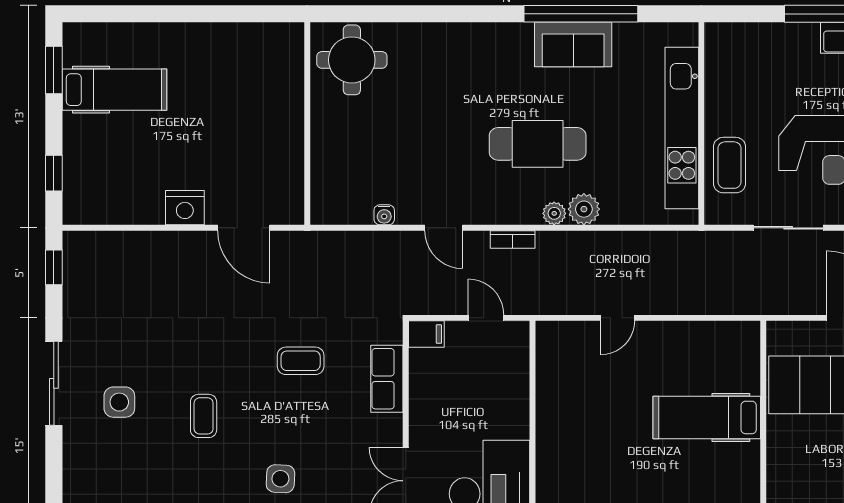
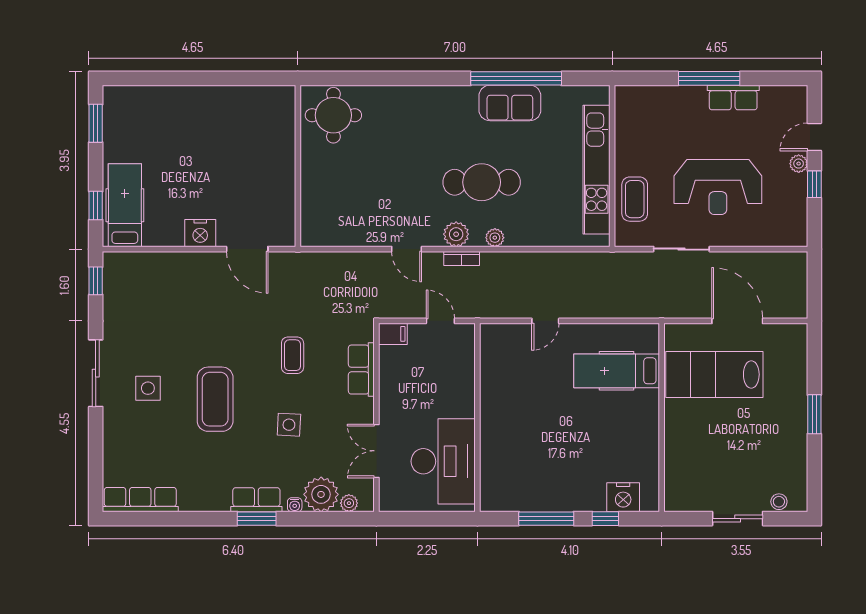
hospital bed: (115, 90) -> (125, 205), moved, turned -90
plant: (584, 209) -> (456, 234), moved
water cooler: (384, 215) -> (359, 239), removed
coffee table: (301, 361) -> (293, 355), turned 90
coffee table: (204, 416) -> (215, 399), width x1.86, depth x1.72
hospital bed: (707, 417) -> (617, 371), moved
side table: (280, 479) -> (289, 425), moved

